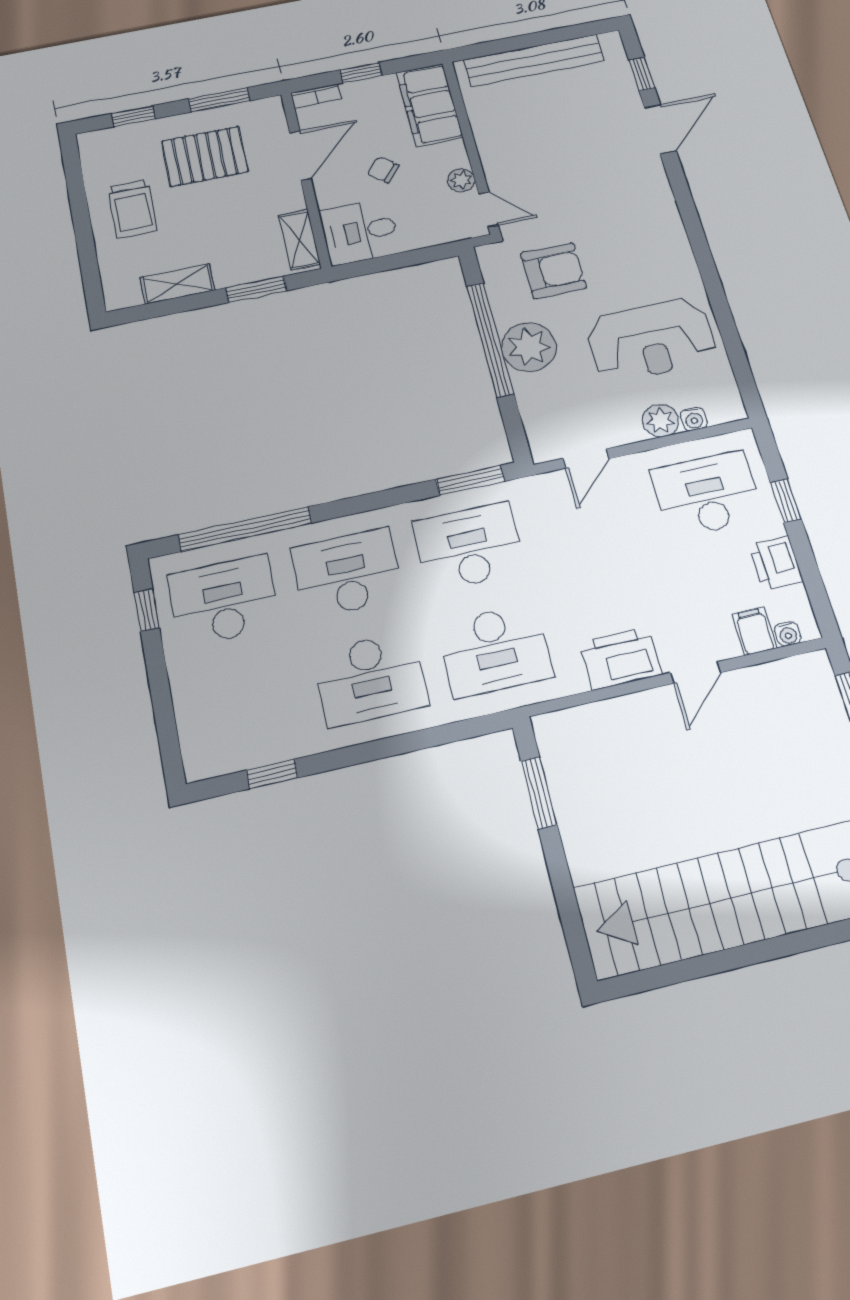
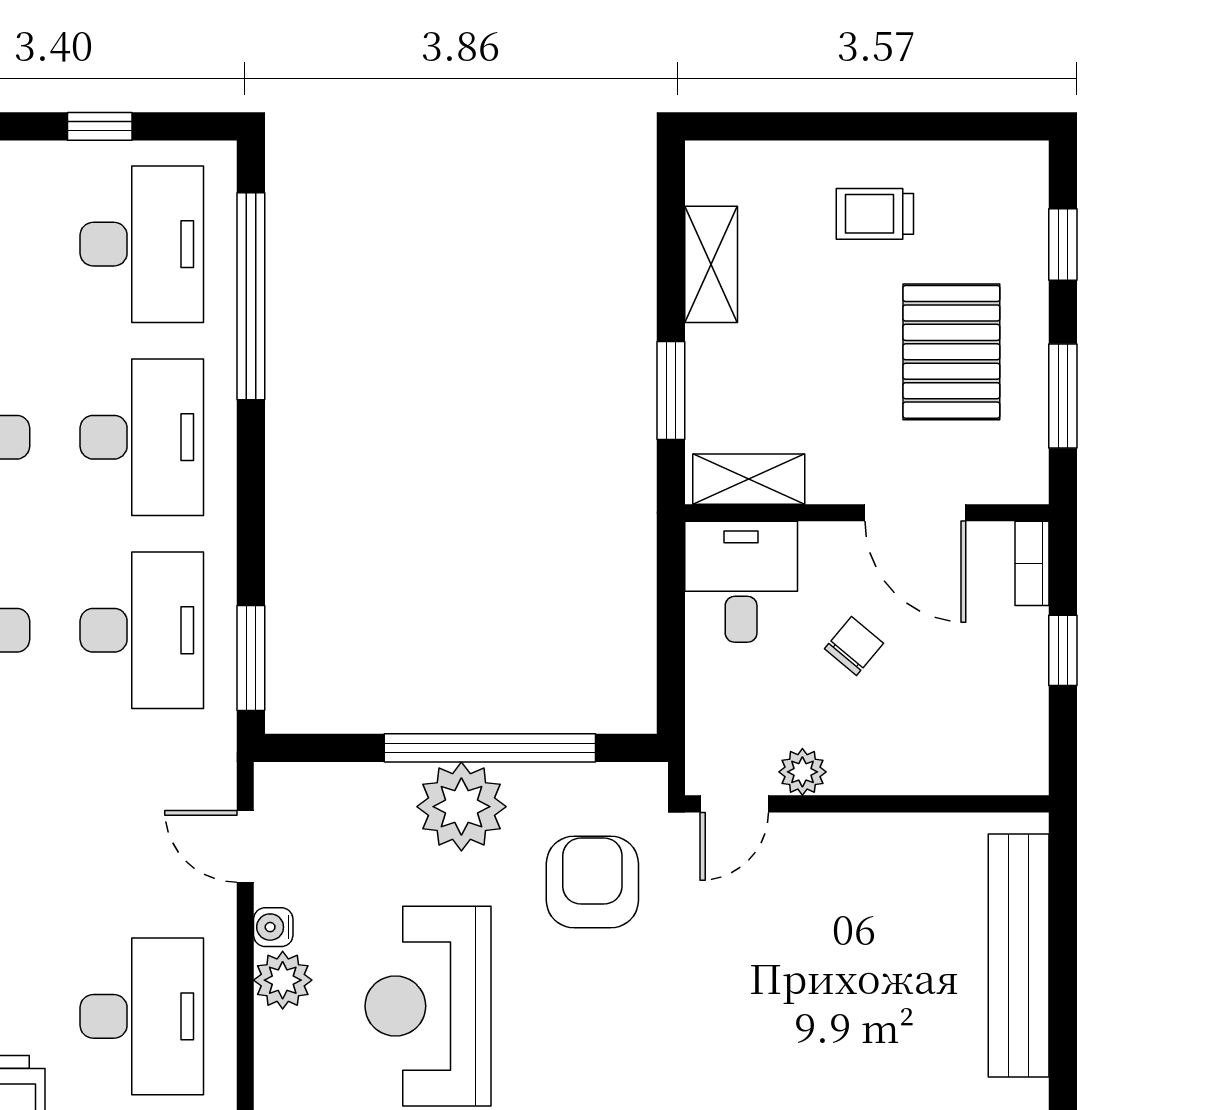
filing cabinet: (429, 105) -> (968, 754), removed
trolley: (132, 209) -> (875, 214), width x0.73, depth x0.72
armchair: (554, 271) -> (592, 882), turned 180
water cooler: (694, 419) -> (273, 927), moved
window: (147, 610) -> (100, 126), moved

